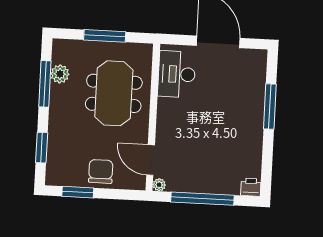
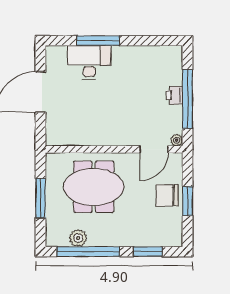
desk: (177, 74) -> (89, 62), moved, turned 180
window: (45, 84) -> (88, 252), width x1.46
printer: (251, 187) -> (174, 95), moved
window: (78, 192) -> (187, 201), moved

